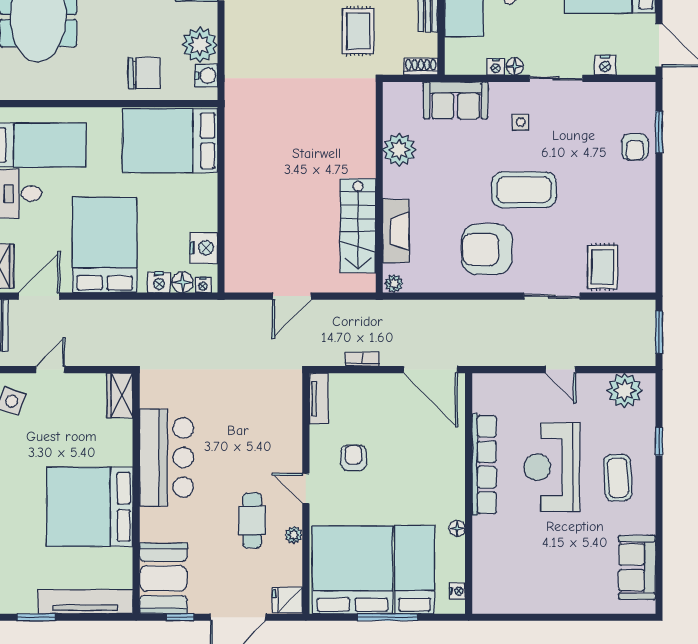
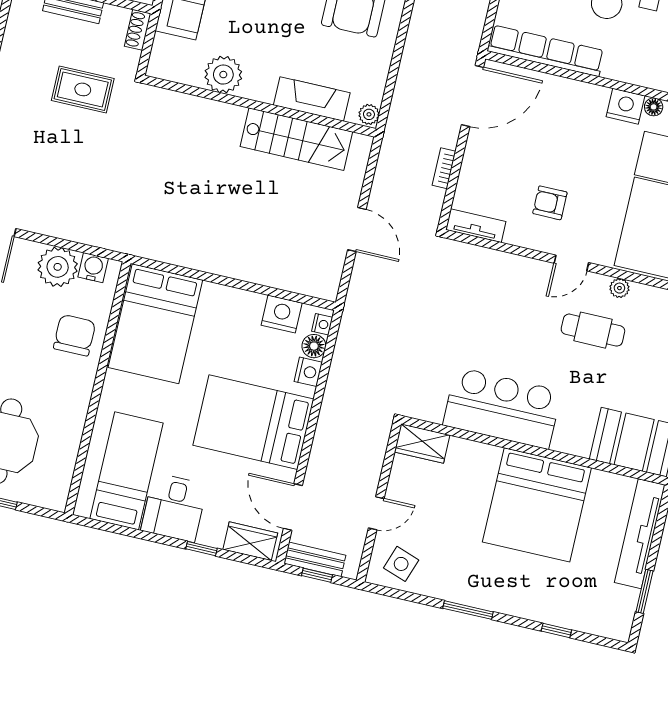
door: (50, 370) -> (376, 513), swing flipped
row of seats: (484, 465) -> (546, 51), moved
nightstand: (452, 504) -> (625, 106), added

